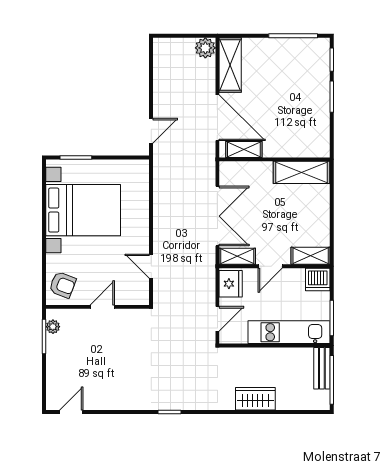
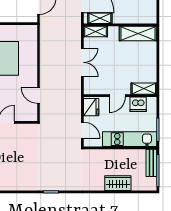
double door: (217, 216) -> (82, 62), width x0.73
shelving: (237, 256) -> (96, 32), moved
dishwasher: (318, 279) -> (138, 104), moved
door: (217, 319) -> (82, 130), hinge flipped
wardrobe: (255, 399) -> (118, 183), moved

